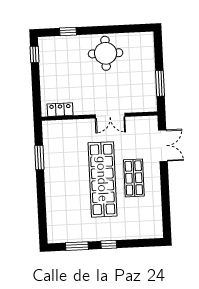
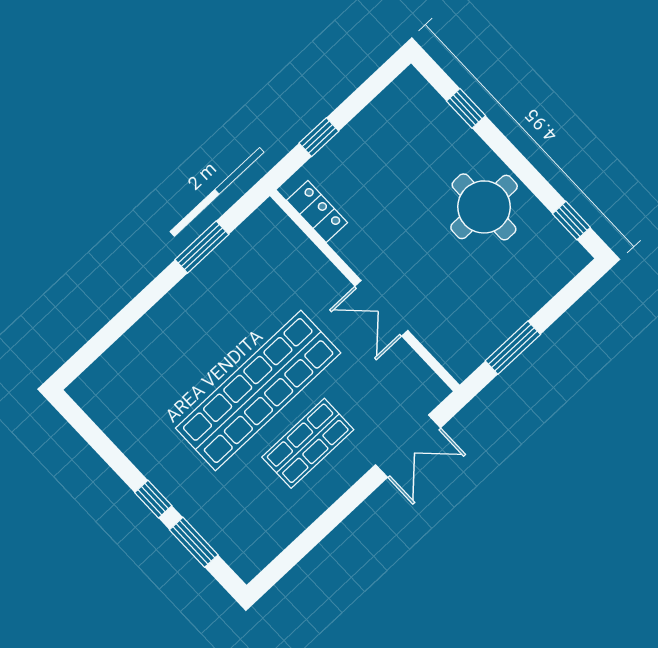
window: (135, 28) -> (571, 221), added
window: (35, 54) -> (319, 137), moved
window: (77, 246) -> (194, 542), moved

